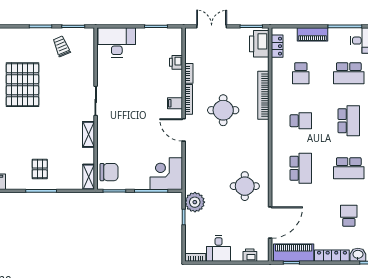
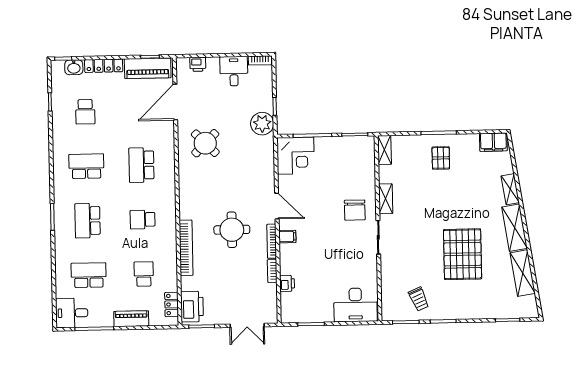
chair: (109, 172) -> (355, 210), moved, turned -90
round table: (245, 186) -> (205, 143), turned 45

